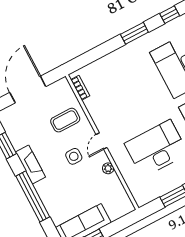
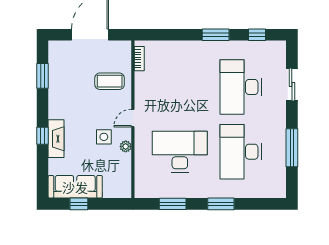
side table: (74, 156) -> (104, 137), moved
fireplace: (31, 164) -> (56, 139), moved
window: (33, 196) -> (43, 136), width x0.32

